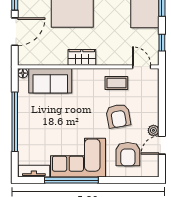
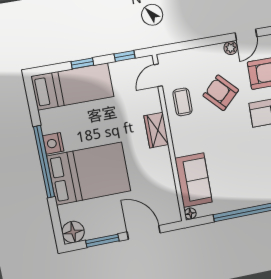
wardrobe: (82, 57) -> (156, 130), moved
armchair: (118, 116) -> (221, 93), turned -124
door: (162, 145) -> (246, 35), hinge flipped

